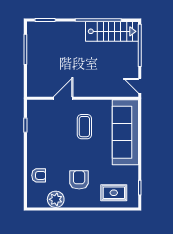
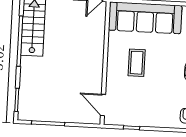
door: (63, 98) -> (103, 105), moved
coffee table: (84, 127) -> (137, 63), turned 90

